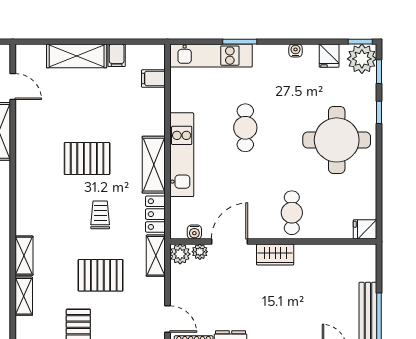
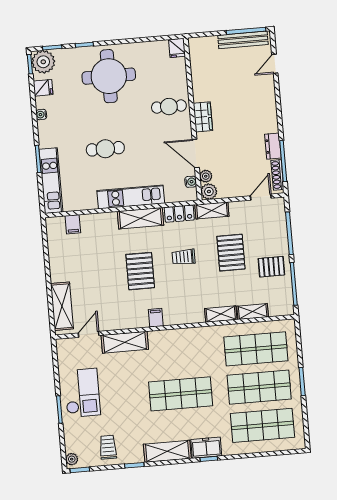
filing cabinet: (117, 55) -> (156, 318), moved, turned -90
shelving: (77, 56) -> (62, 306), moved

